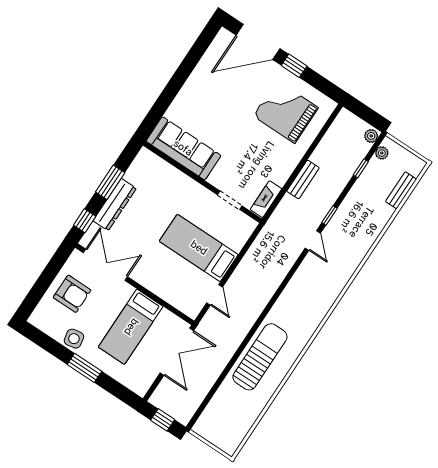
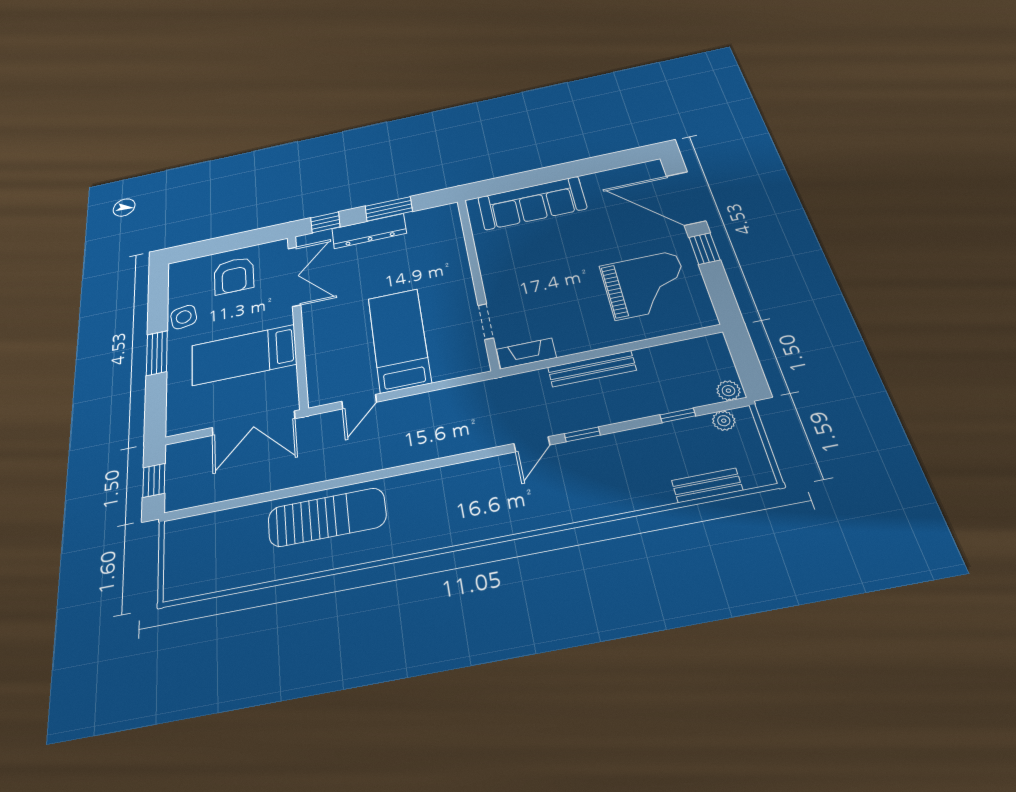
grand piano: (286, 112) -> (646, 285), turned 90
sofa: (183, 148) -> (532, 203), moved, turned 90
bench: (303, 179) -> (592, 369), width x1.36

